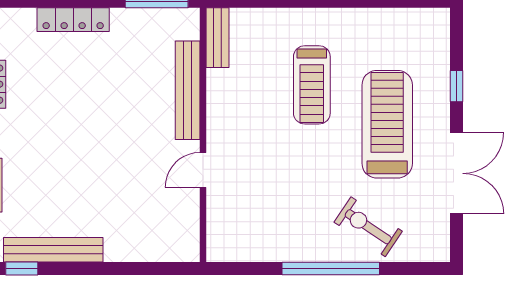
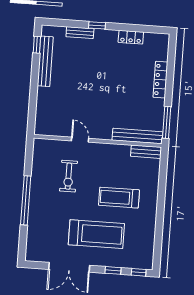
window: (457, 35) -> (139, 272), added
bench: (188, 90) -> (137, 136), moved
exercise bike: (368, 227) -> (68, 176), moved, turned 146

